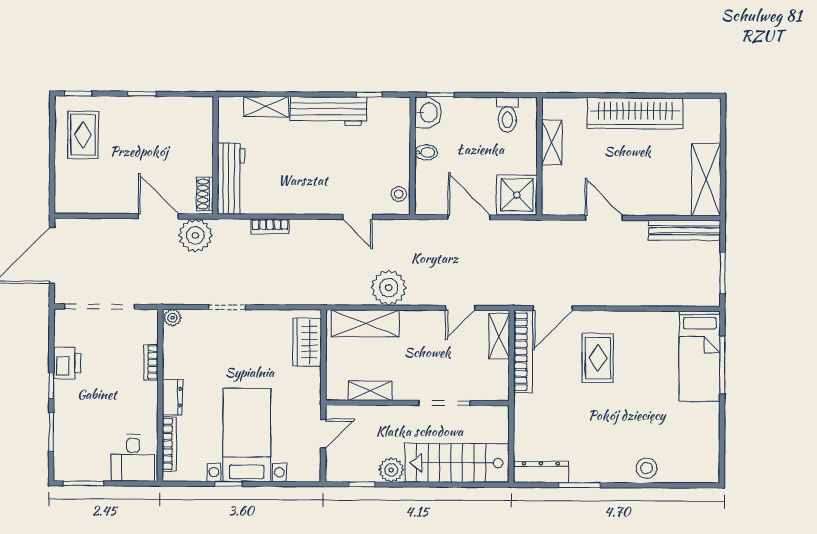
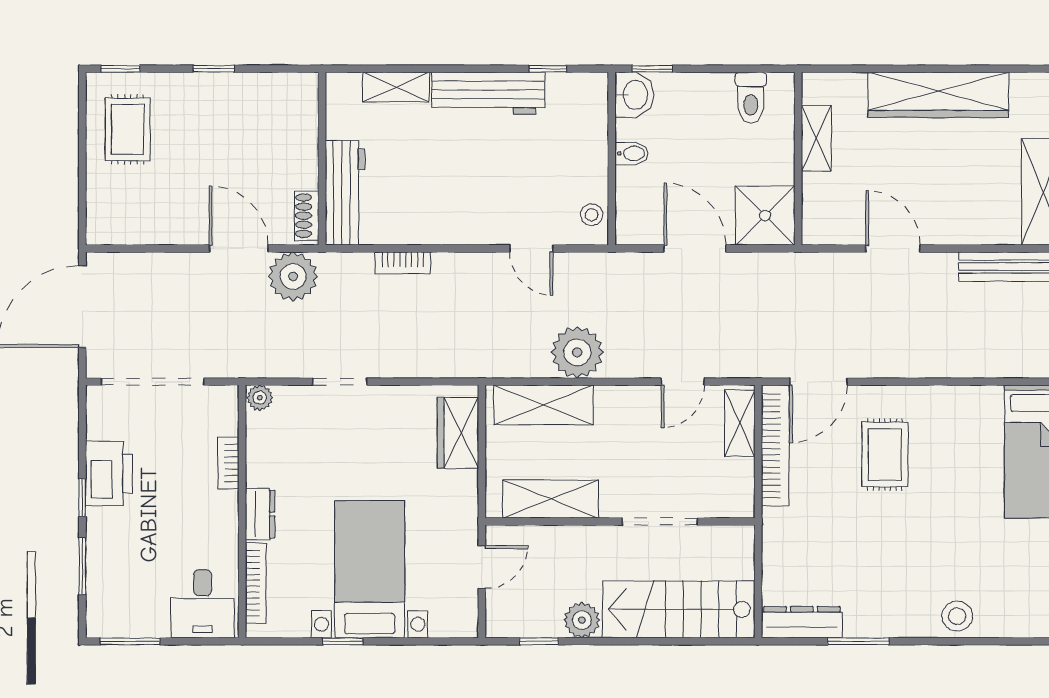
printer: (67, 363) -> (109, 473), width x1.37, depth x1.19
shelving: (370, 391) -> (551, 499), width x1.50, depth x1.33

